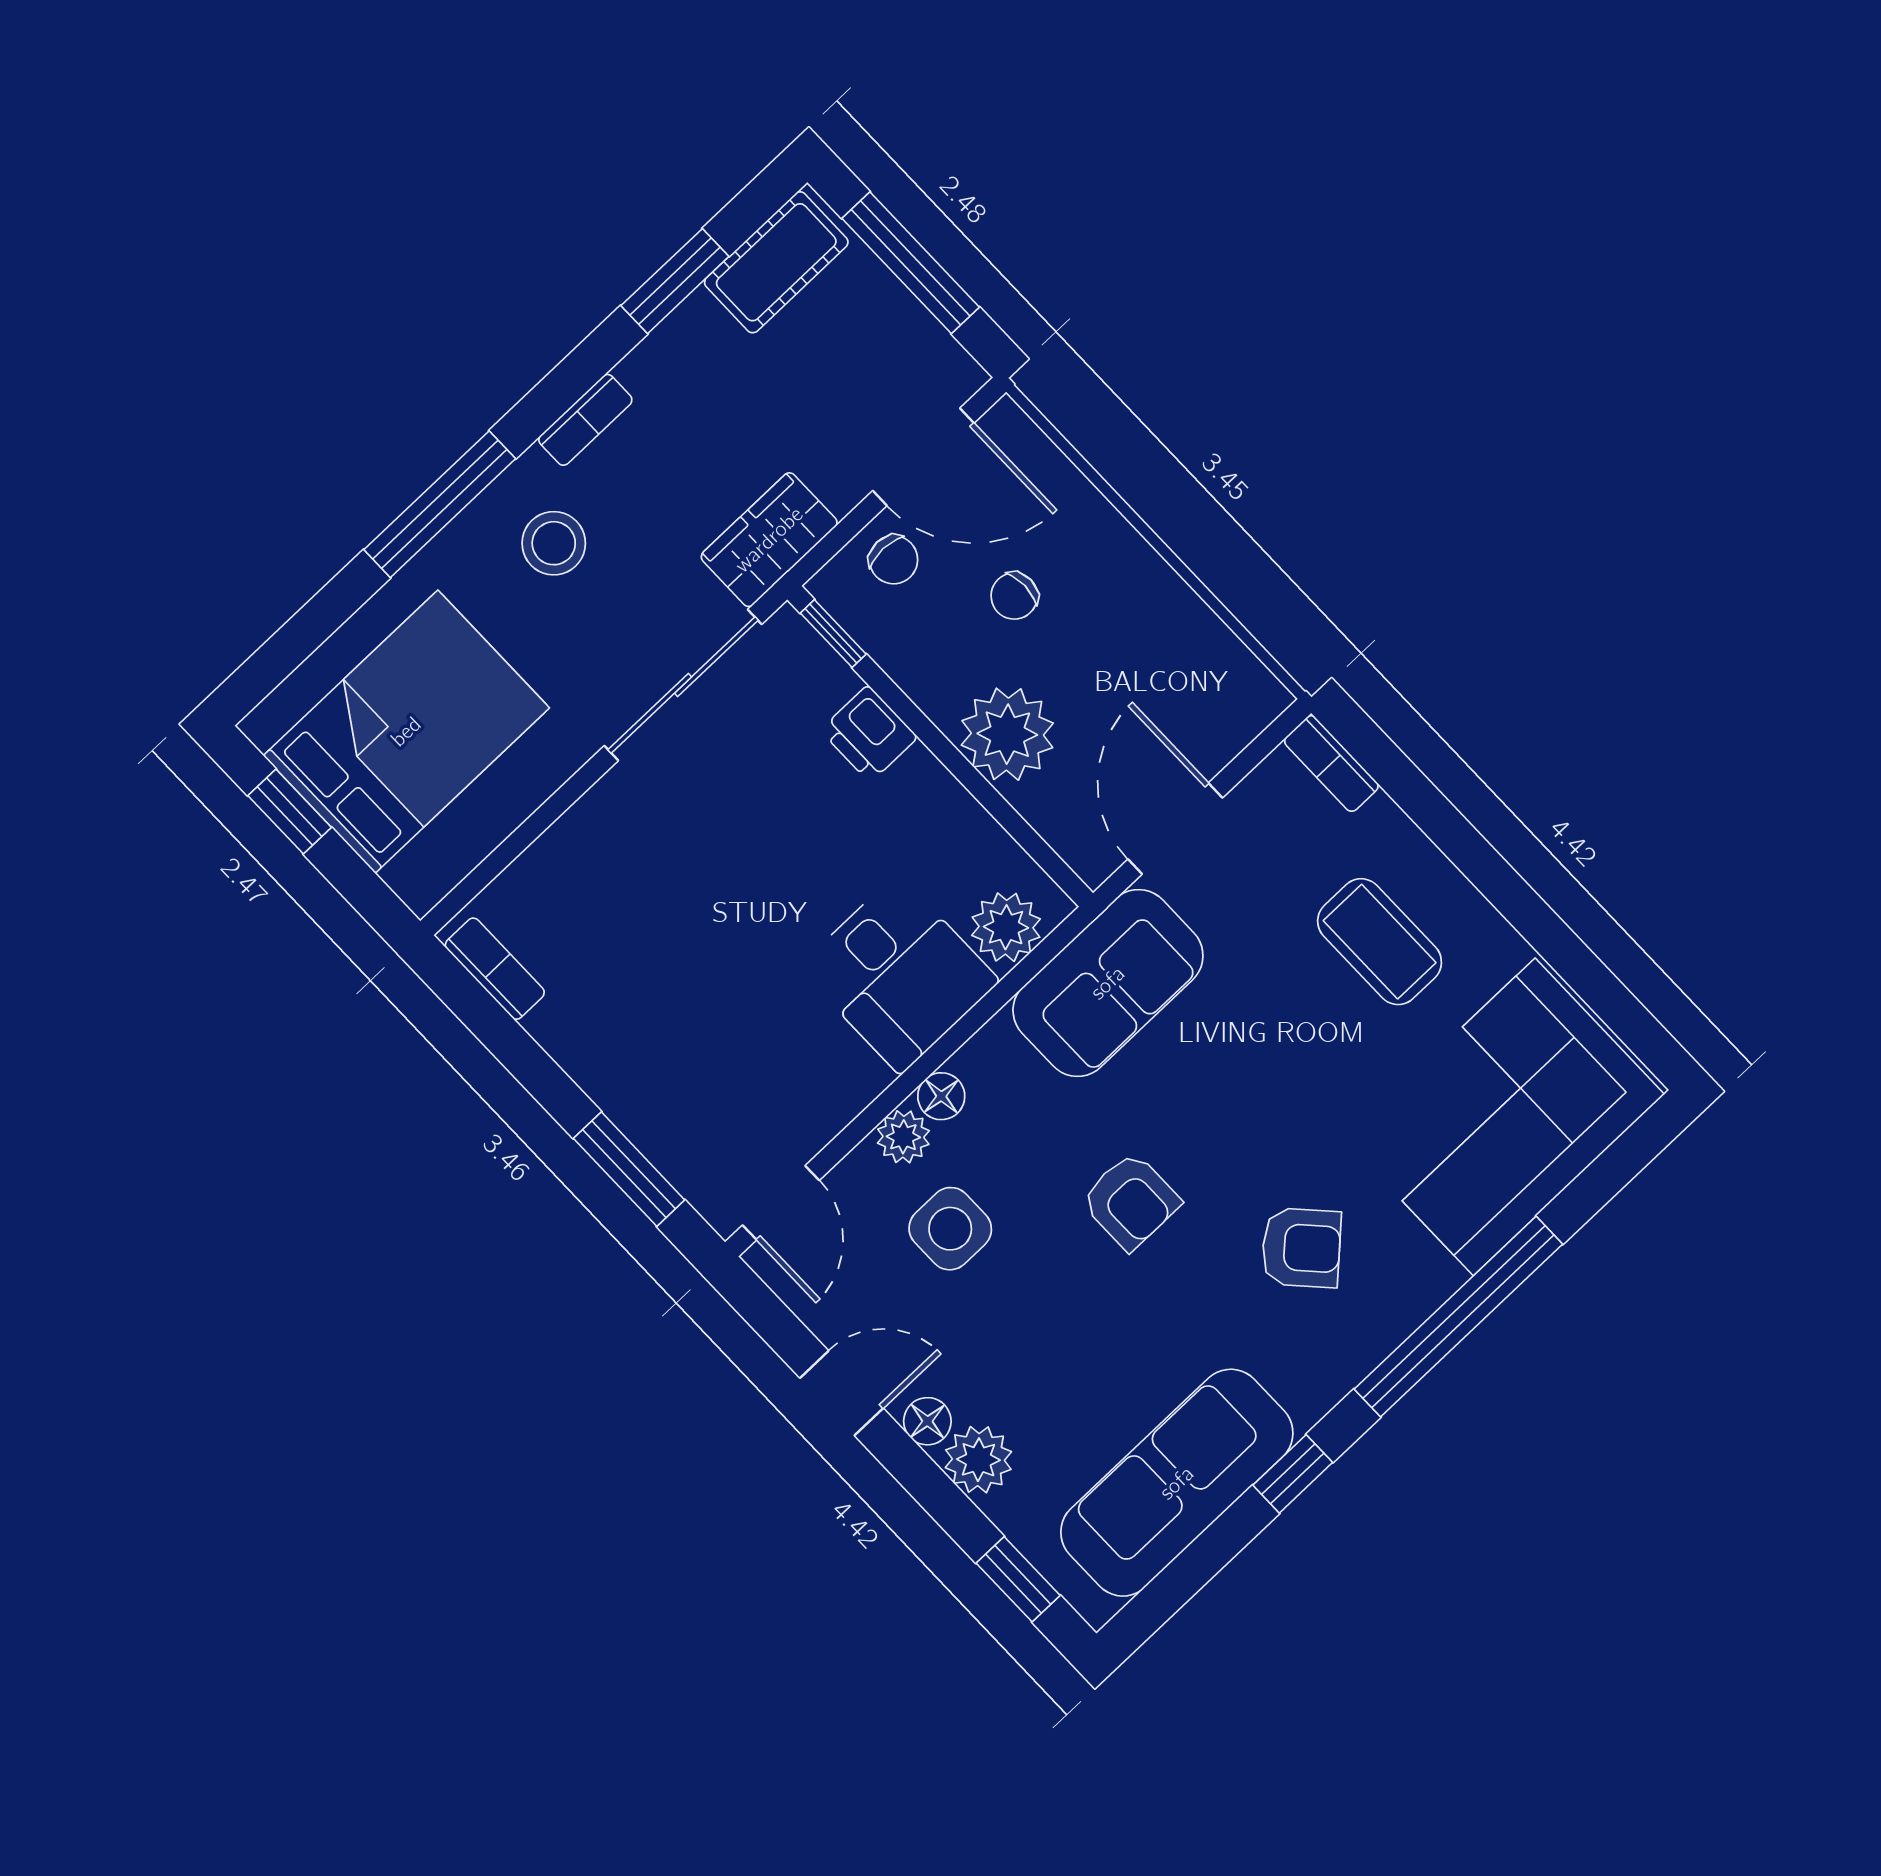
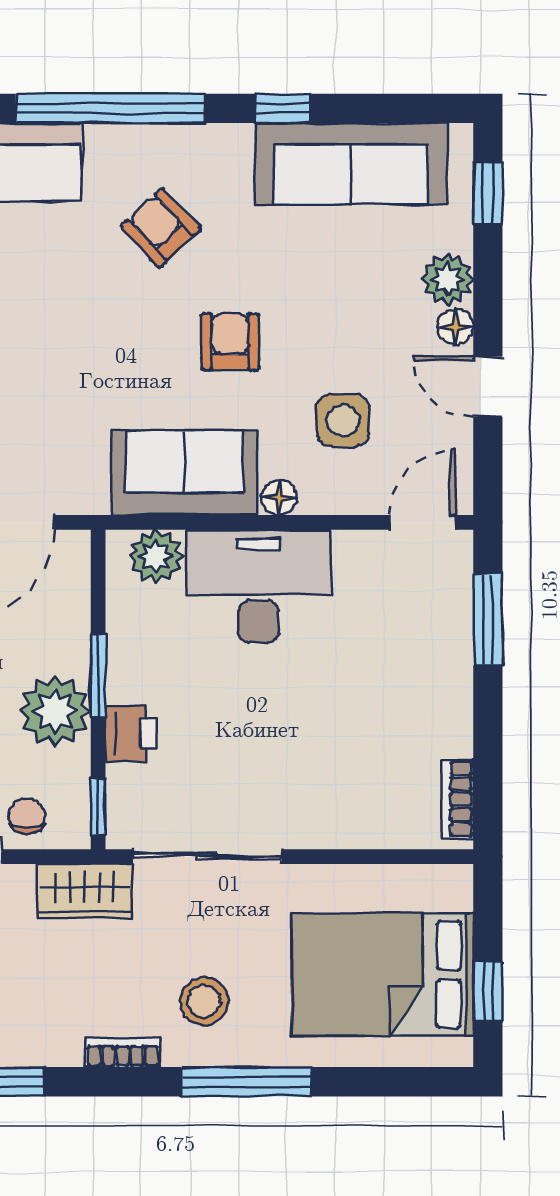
plant: (1007, 734) -> (55, 711), moved
window: (952, 759) -> (98, 676), added
desk: (899, 974) -> (259, 586), width x1.37
sofa: (1108, 983) -> (184, 473), moved
plant: (903, 1137) -> (321, 495), removed

